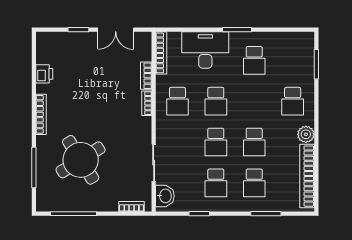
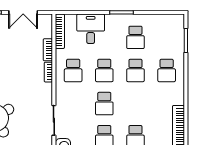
desk: (205, 50) -> (91, 29), width x0.73
plant: (306, 134) -> (177, 97), removed
school desk: (254, 142) -> (135, 70), moved

